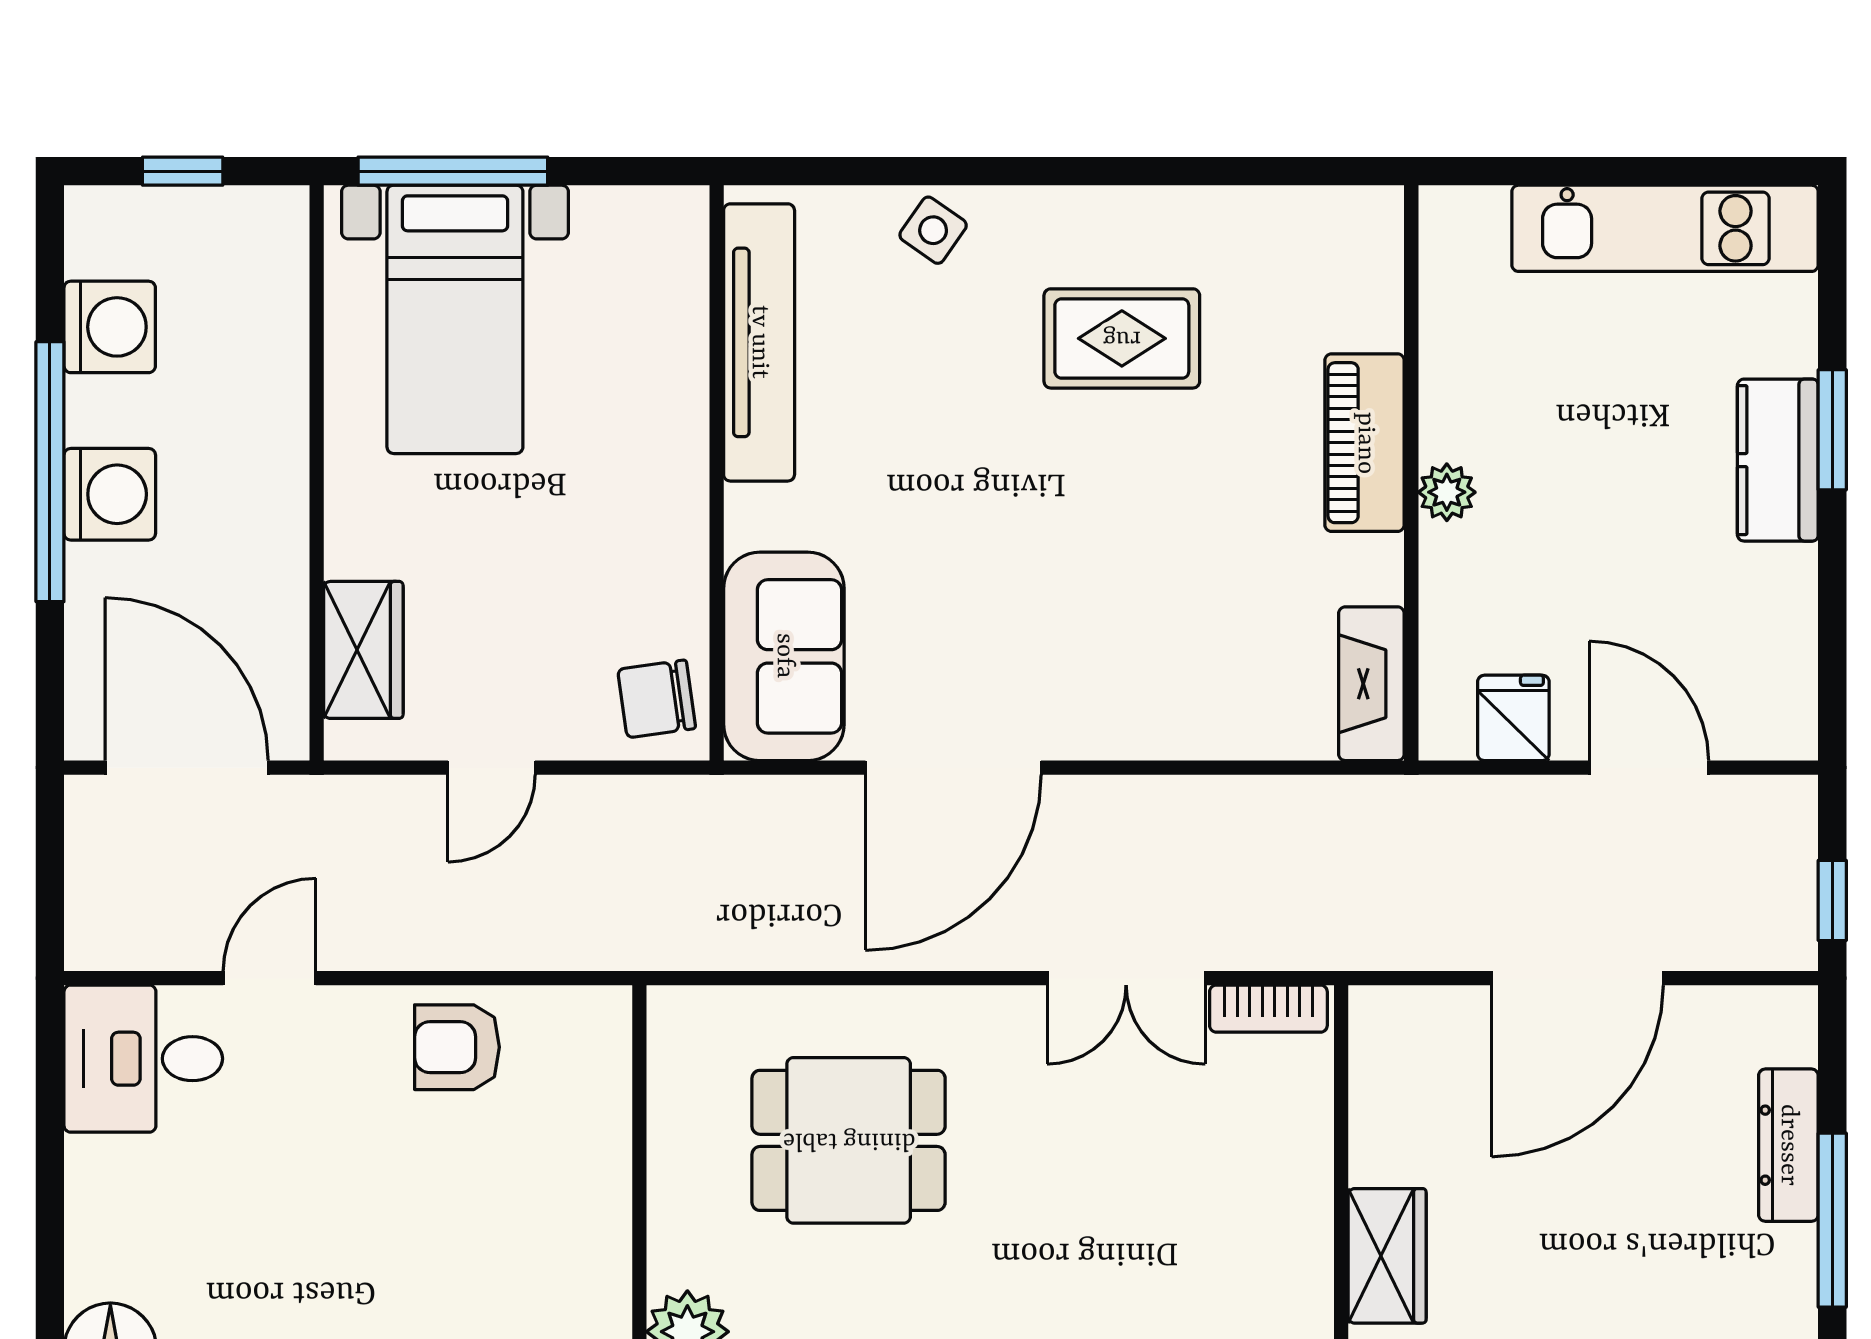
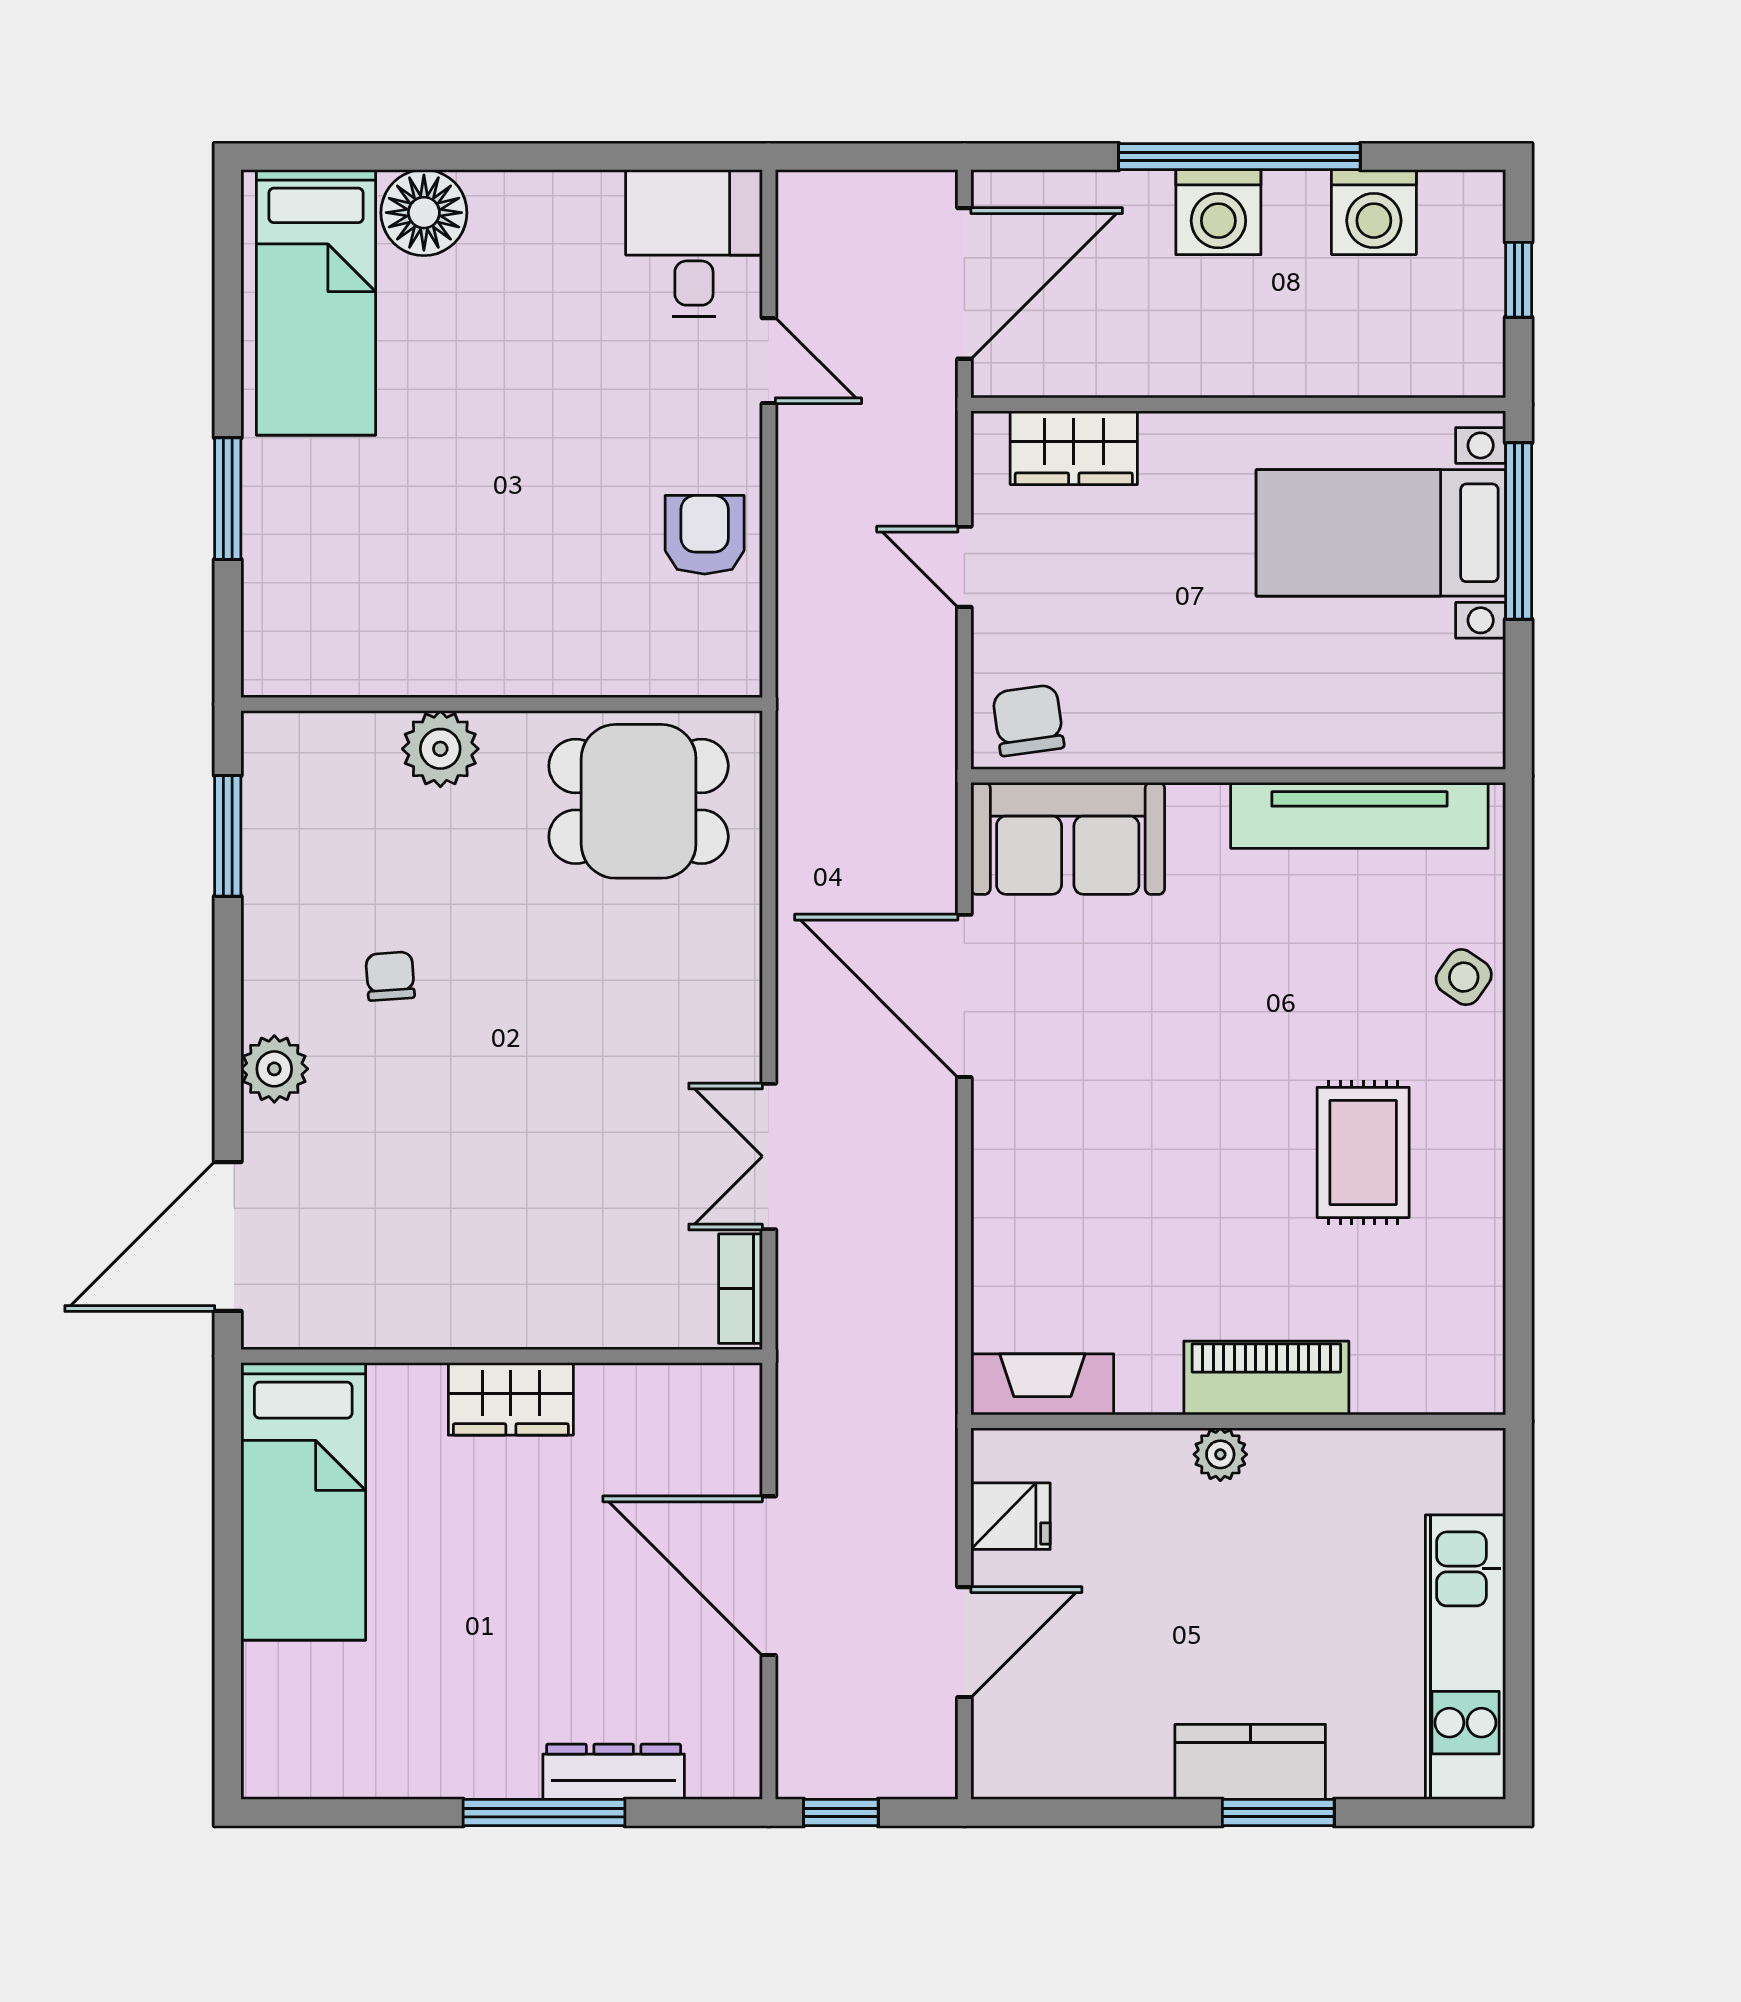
dining table: (849, 1140) -> (639, 801), moved, turned 90

